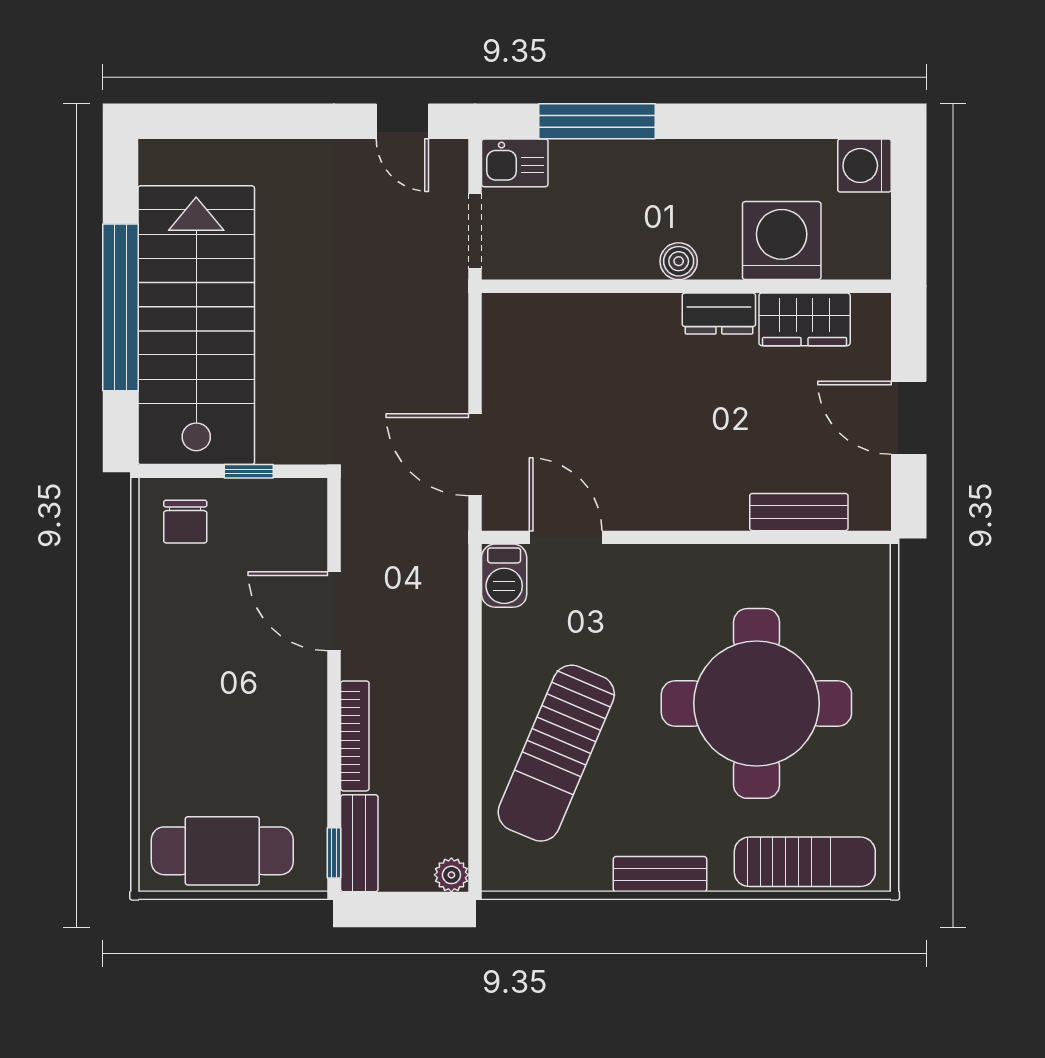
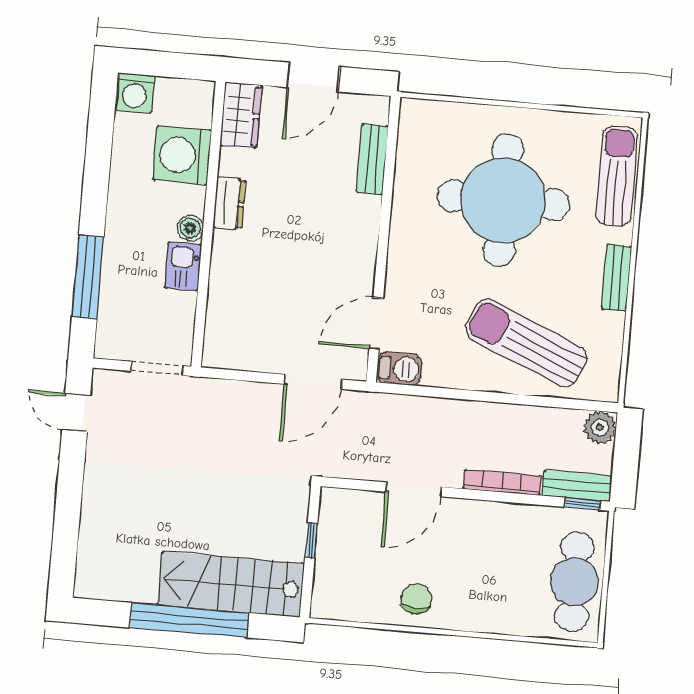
door: (402, 121) -> (76, 413), swing flipped
kitchen sink: (515, 163) -> (183, 266), moved, turned 180
wardrobe: (805, 319) -> (241, 115), moved
stairs: (196, 325) -> (231, 584), width x0.73, depth x0.66
chair: (185, 522) -> (416, 599), moved, turned -90
sun lounger: (556, 753) -> (526, 343), turned 180
plant: (451, 875) -> (600, 427), width x1.38, depth x1.38

